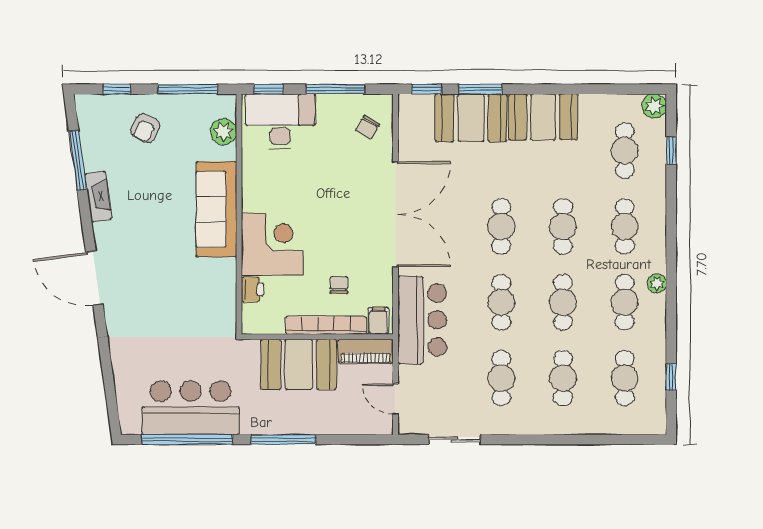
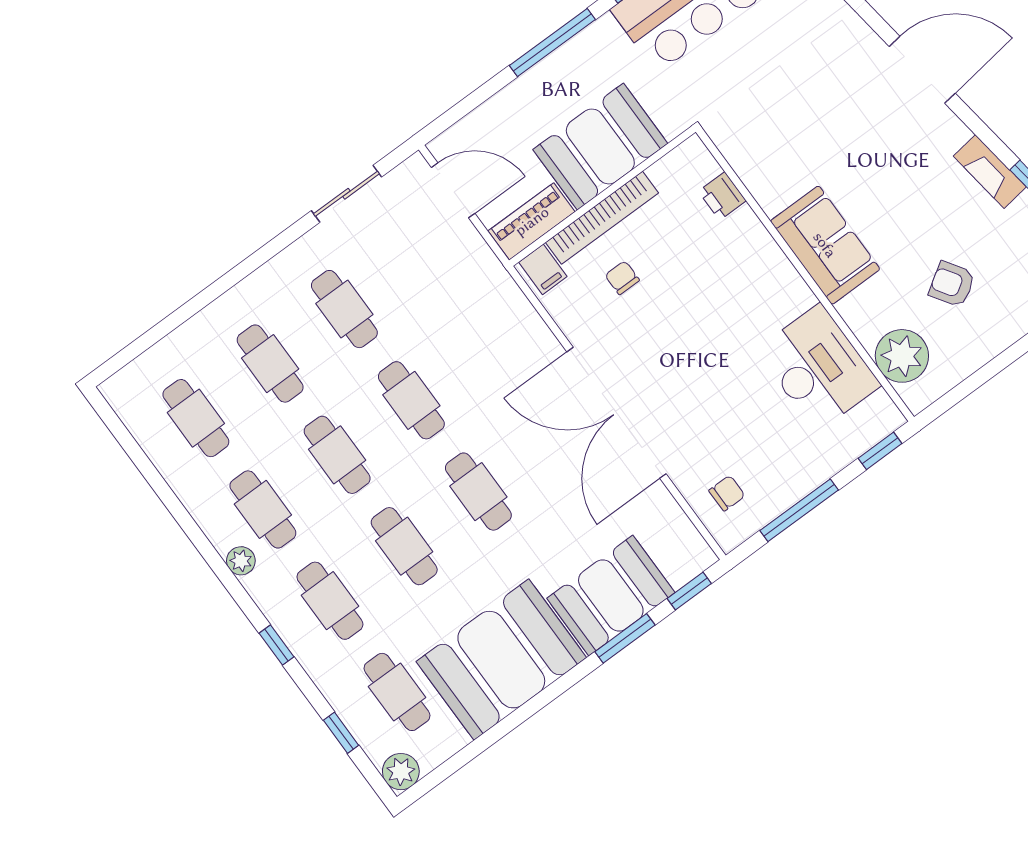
window: (188, 89) -> (977, 380), removed
booth: (543, 117) -> (501, 660), width x1.36, depth x1.42
desk: (280, 121) -> (818, 368), moved, turned -90
chair: (368, 127) -> (727, 493), turned 59
armchair: (145, 128) -> (952, 284), moved, turned -60
plant: (224, 132) -> (902, 356), width x1.36, depth x1.36
sofa: (216, 209) -> (825, 245), width x0.73
corner desk: (272, 244) -> (738, 268), removed
chair: (339, 285) -> (622, 278), turned 180
bar counter: (422, 320) -> (491, 309), removed
window: (671, 377) -> (276, 645), moved
door: (395, 399) -> (453, 190), width x1.38

